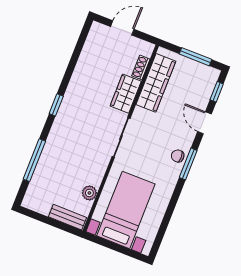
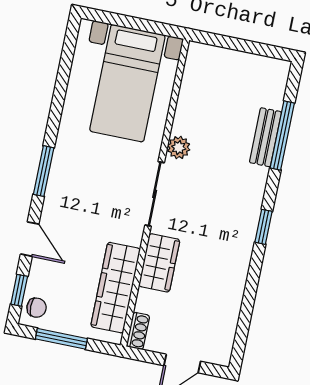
shoe rack: (141, 67) -> (138, 331), moved
chair: (178, 156) -> (37, 308), moved
plant: (89, 193) -> (179, 148), moved
bench: (68, 217) -> (265, 137), moved, turned 90

